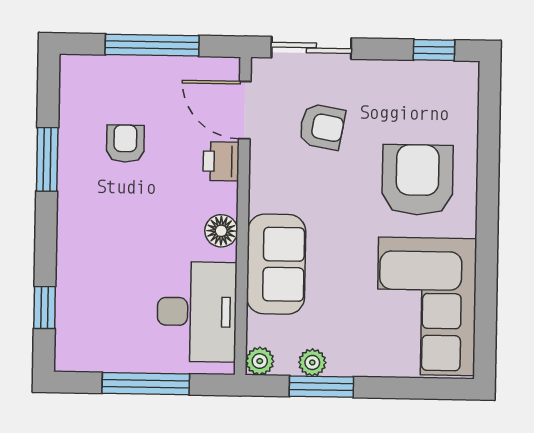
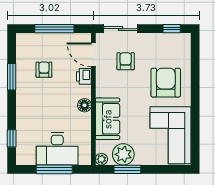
armchair: (322, 127) -> (126, 61), turned -100
desk: (197, 312) -> (57, 149), moved, turned 90
plant: (312, 362) -> (123, 154), width x1.87, depth x1.87

